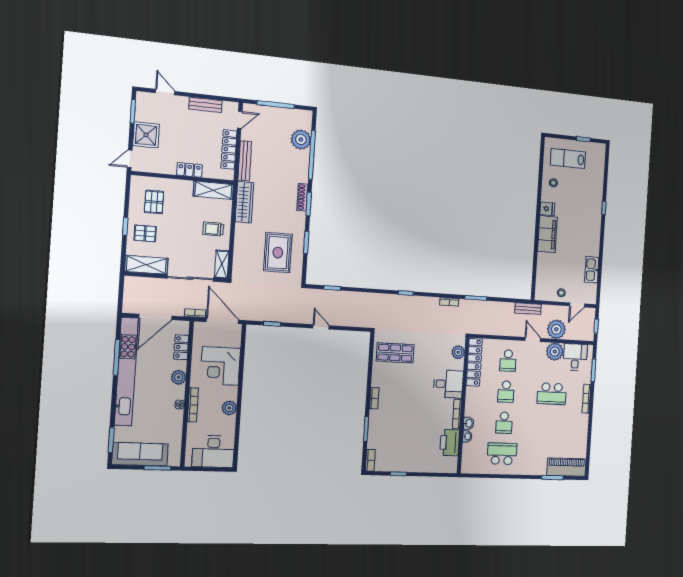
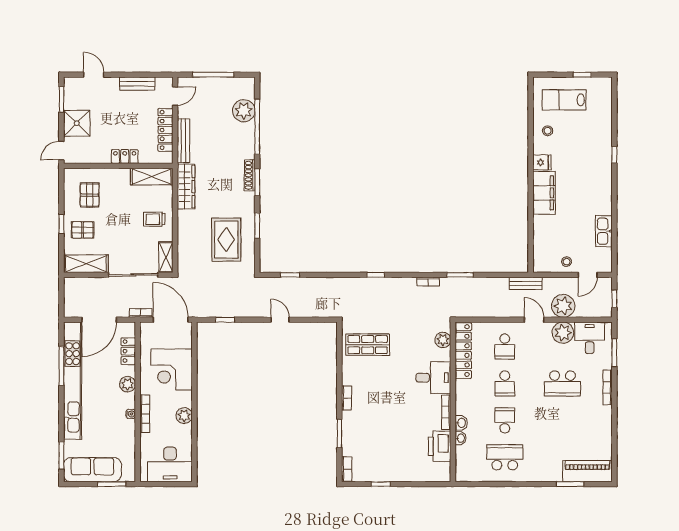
school desk: (504, 423) -> (505, 420), turned 180

